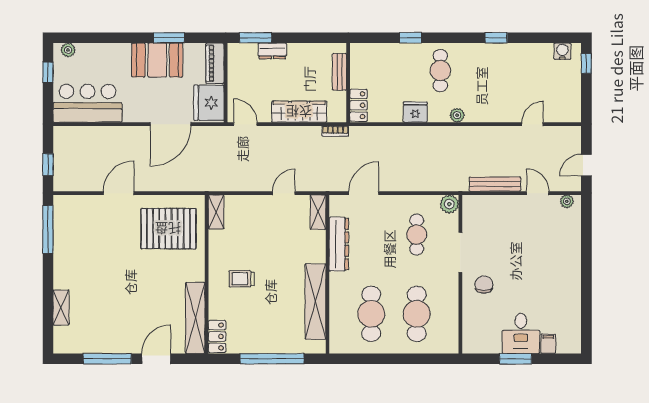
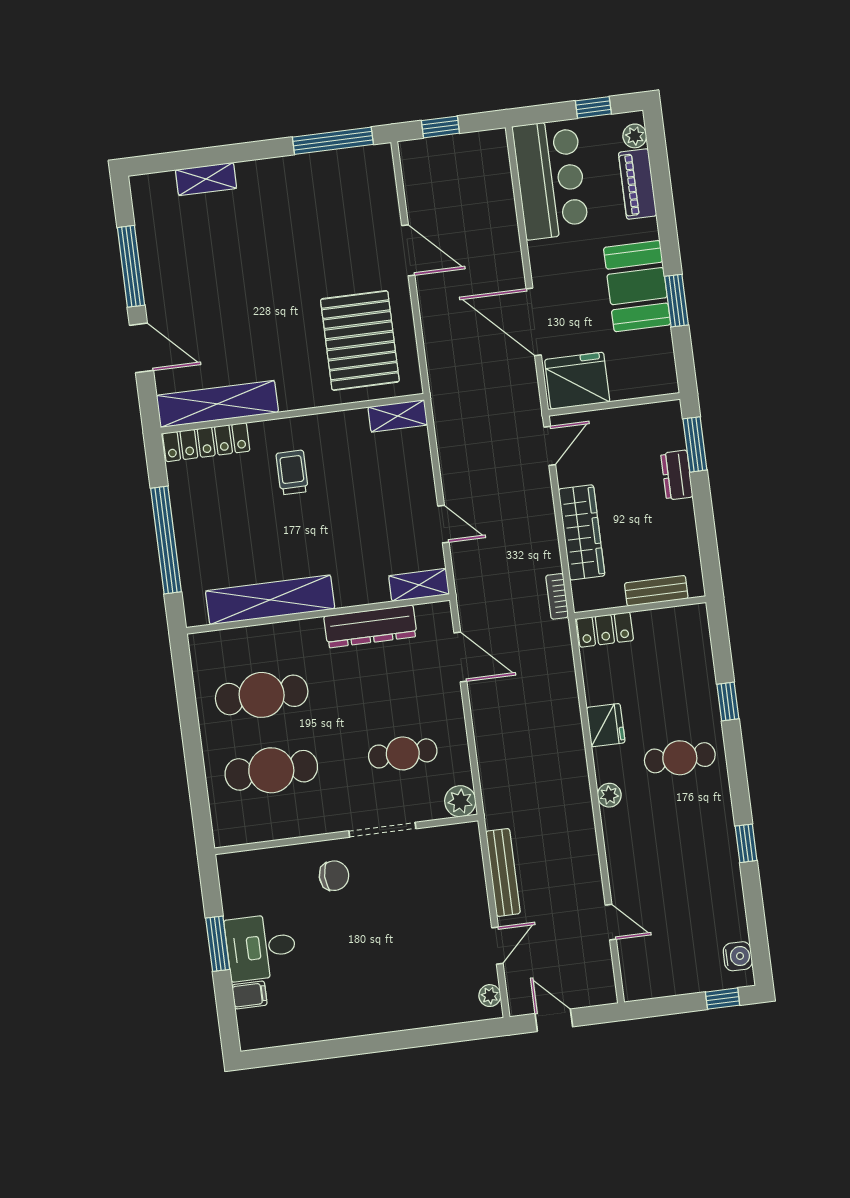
piano: (215, 63) -> (638, 184), moved, turned -90
locker: (217, 336) -> (206, 442), width x1.53

